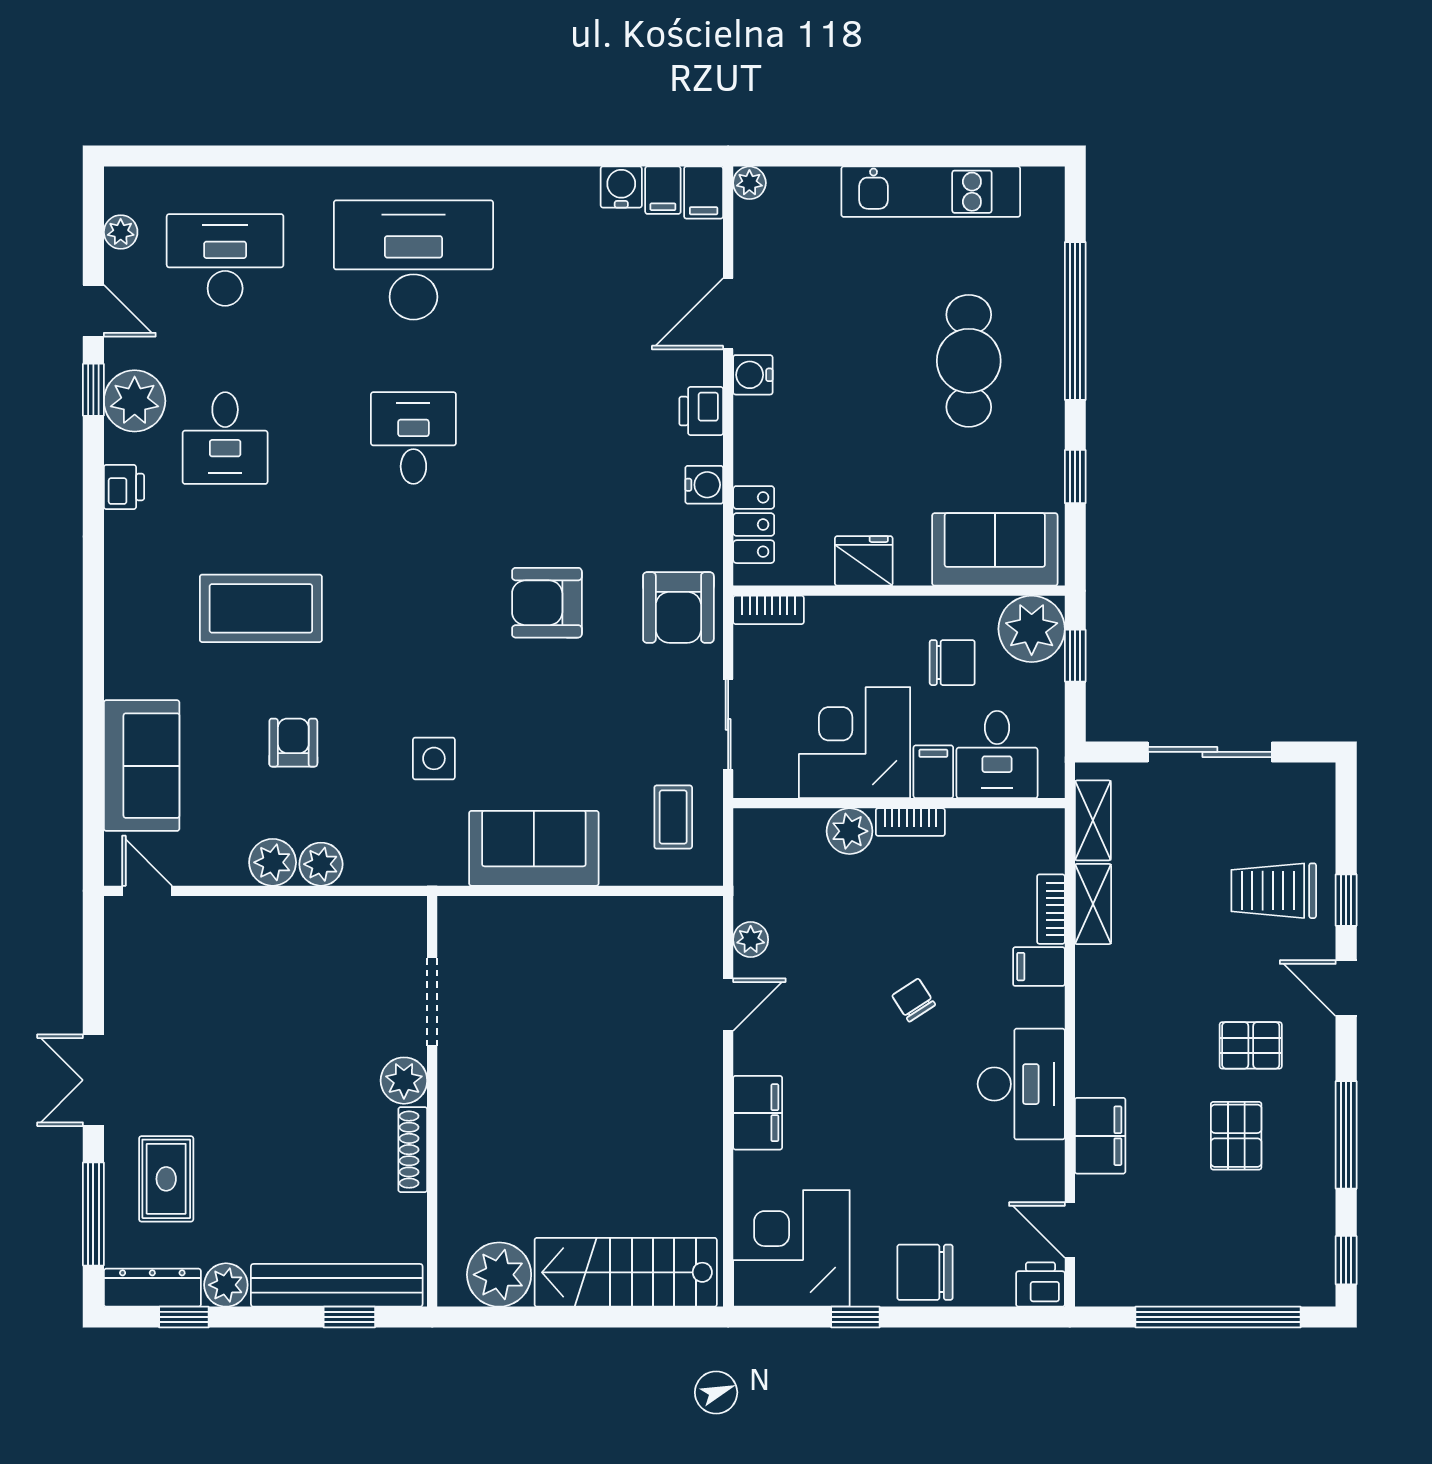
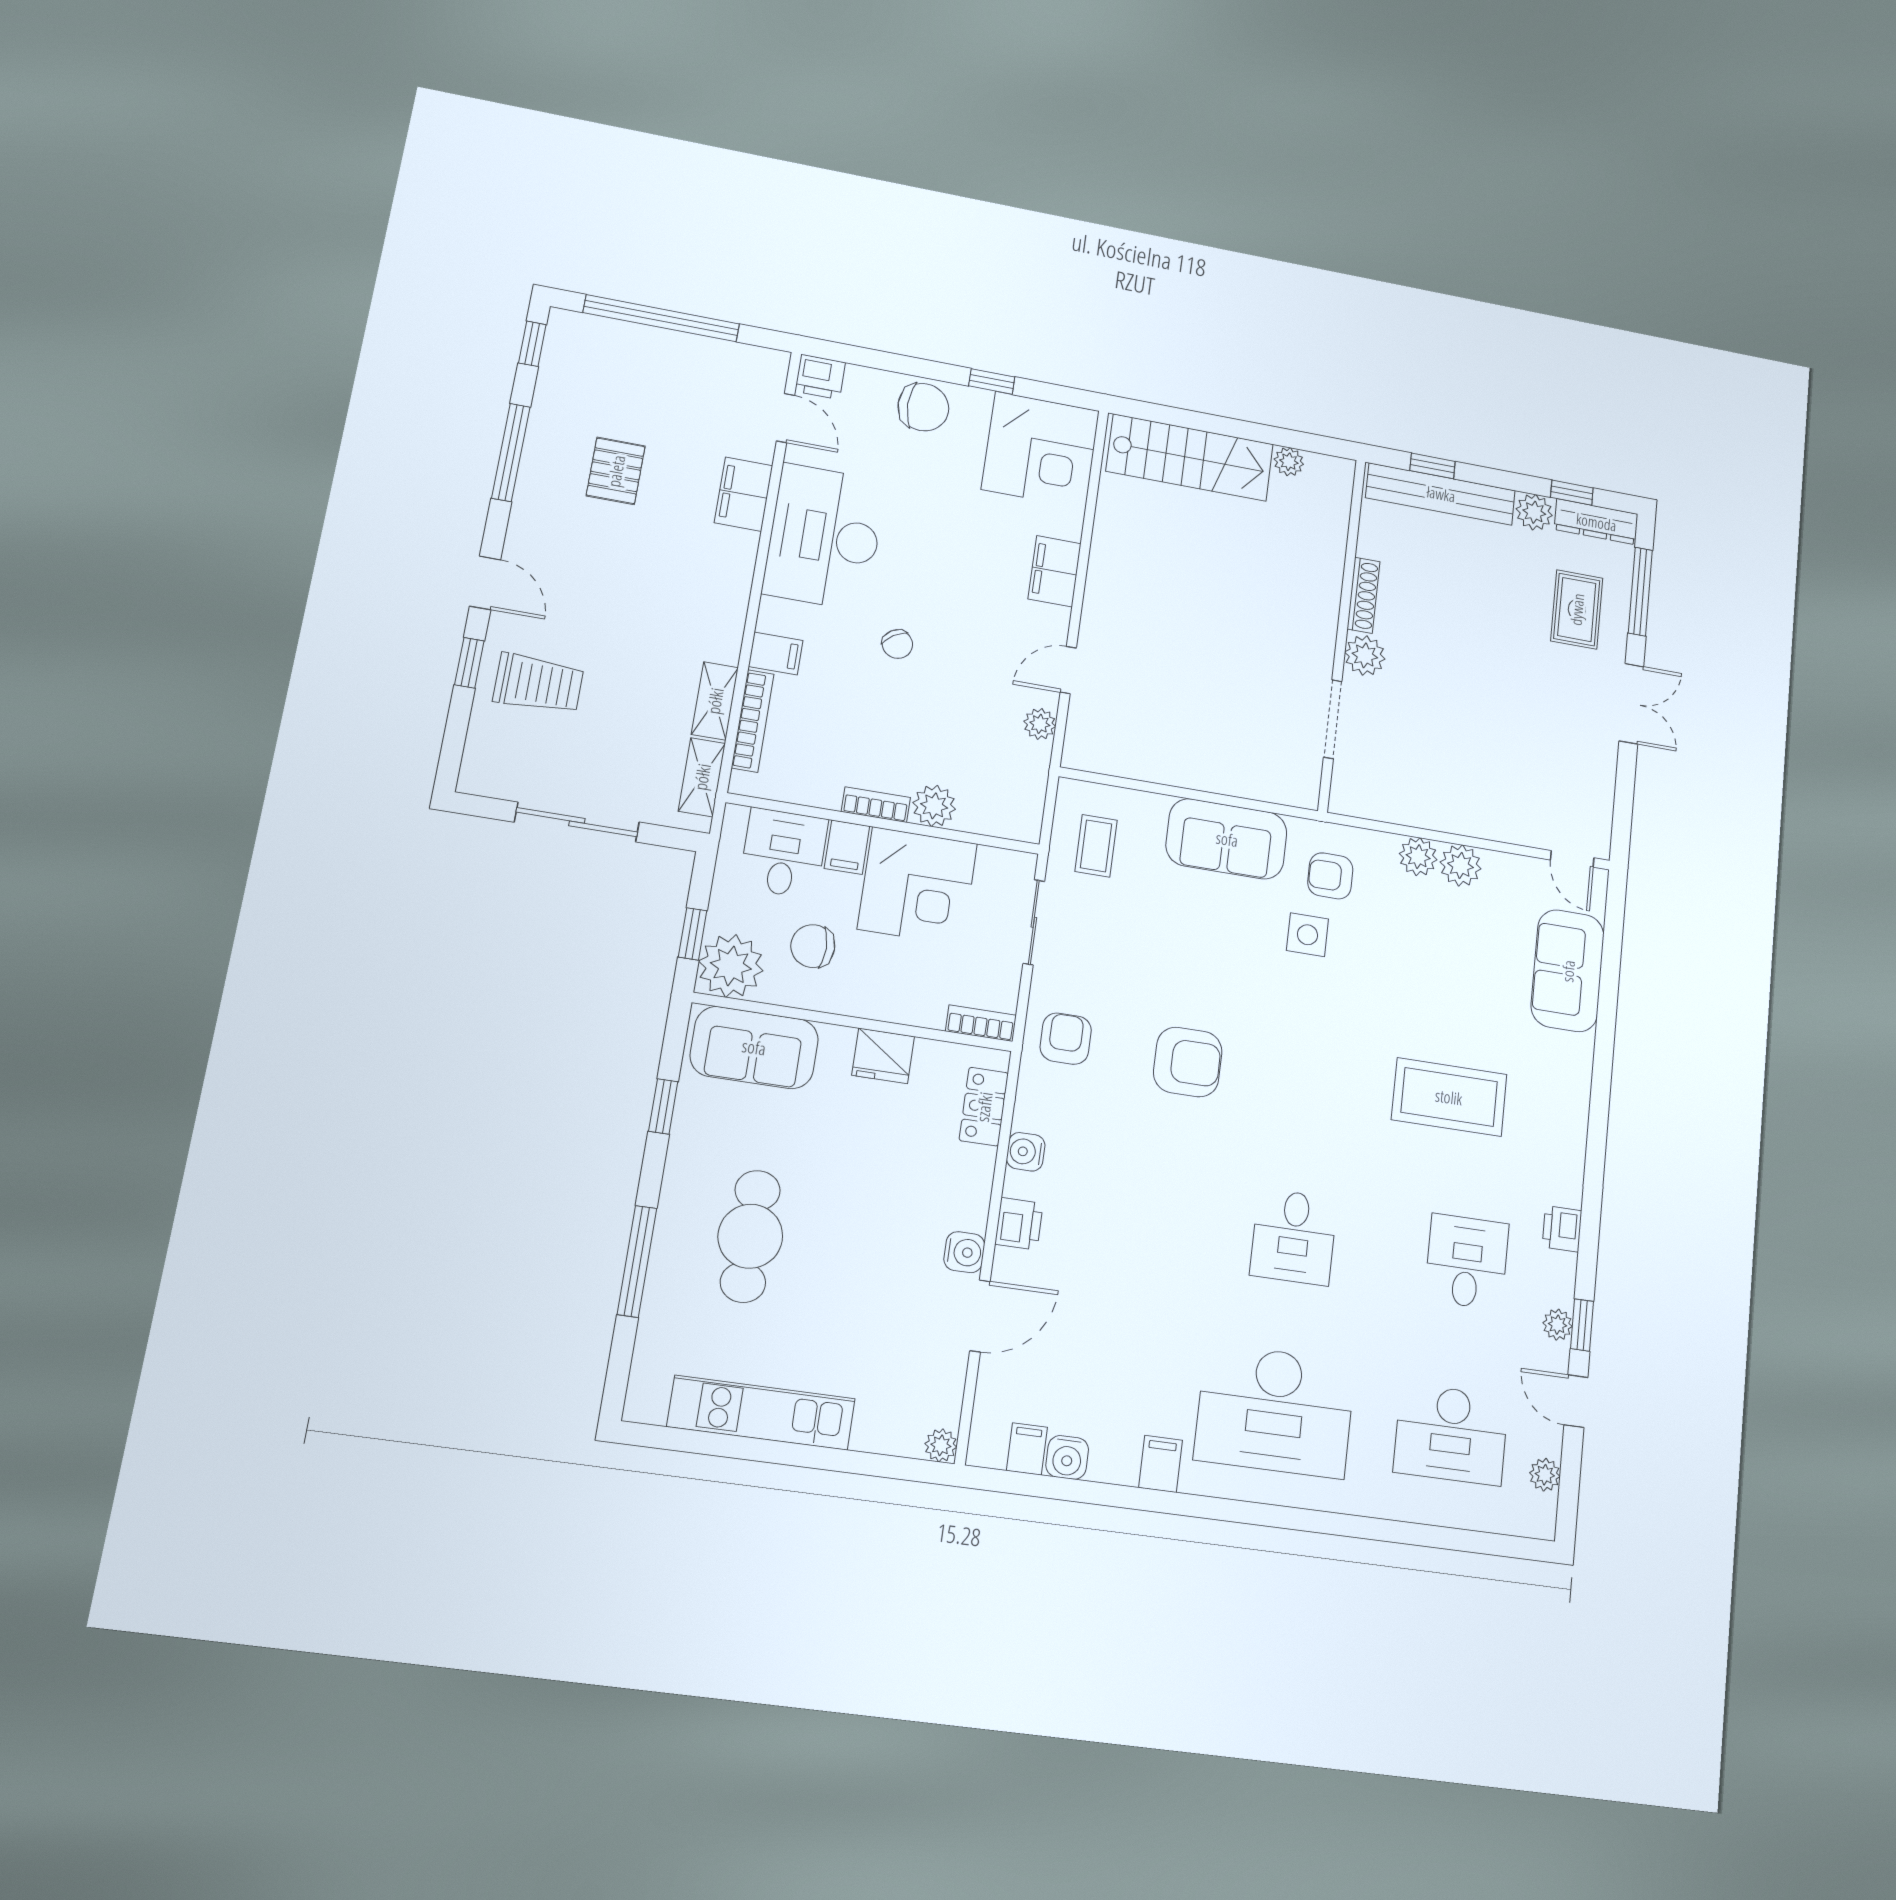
filing cabinet: (704, 193) -> (1161, 1464), moved
window: (1075, 321) -> (637, 1261), width x0.68
plant: (135, 401) -> (1558, 1325), width x0.53, depth x0.53
armchair: (678, 607) -> (1066, 1039), width x0.72, depth x0.72
armchair: (293, 743) -> (1330, 876), moved, turned 90
bookcase: (1051, 909) -> (753, 721), width x1.56
pallet: (1251, 1045) -> (587, 548), removed
desk: (1021, 1084) -> (824, 537), width x1.36, depth x1.30
plant: (499, 1275) -> (1289, 462), width x0.53, depth x0.53

